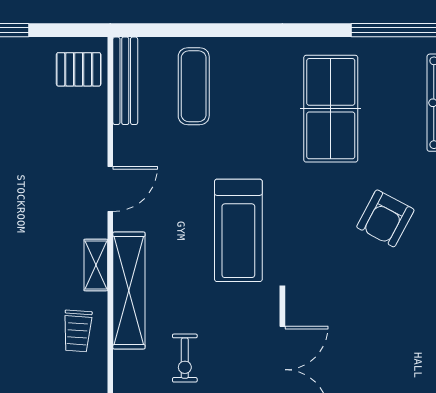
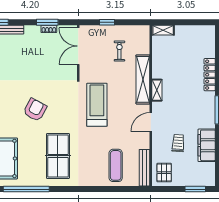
pallet: (79, 69) -> (164, 173), turned 90
trolley: (77, 331) -> (178, 143), moved

